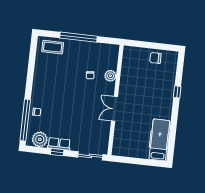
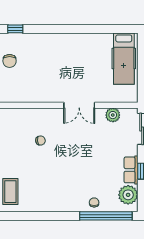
plant: (110, 76) -> (113, 115), moved
window: (177, 92) -> (15, 29), moved
hospital bed: (159, 140) -> (124, 59), moved, turned -90

